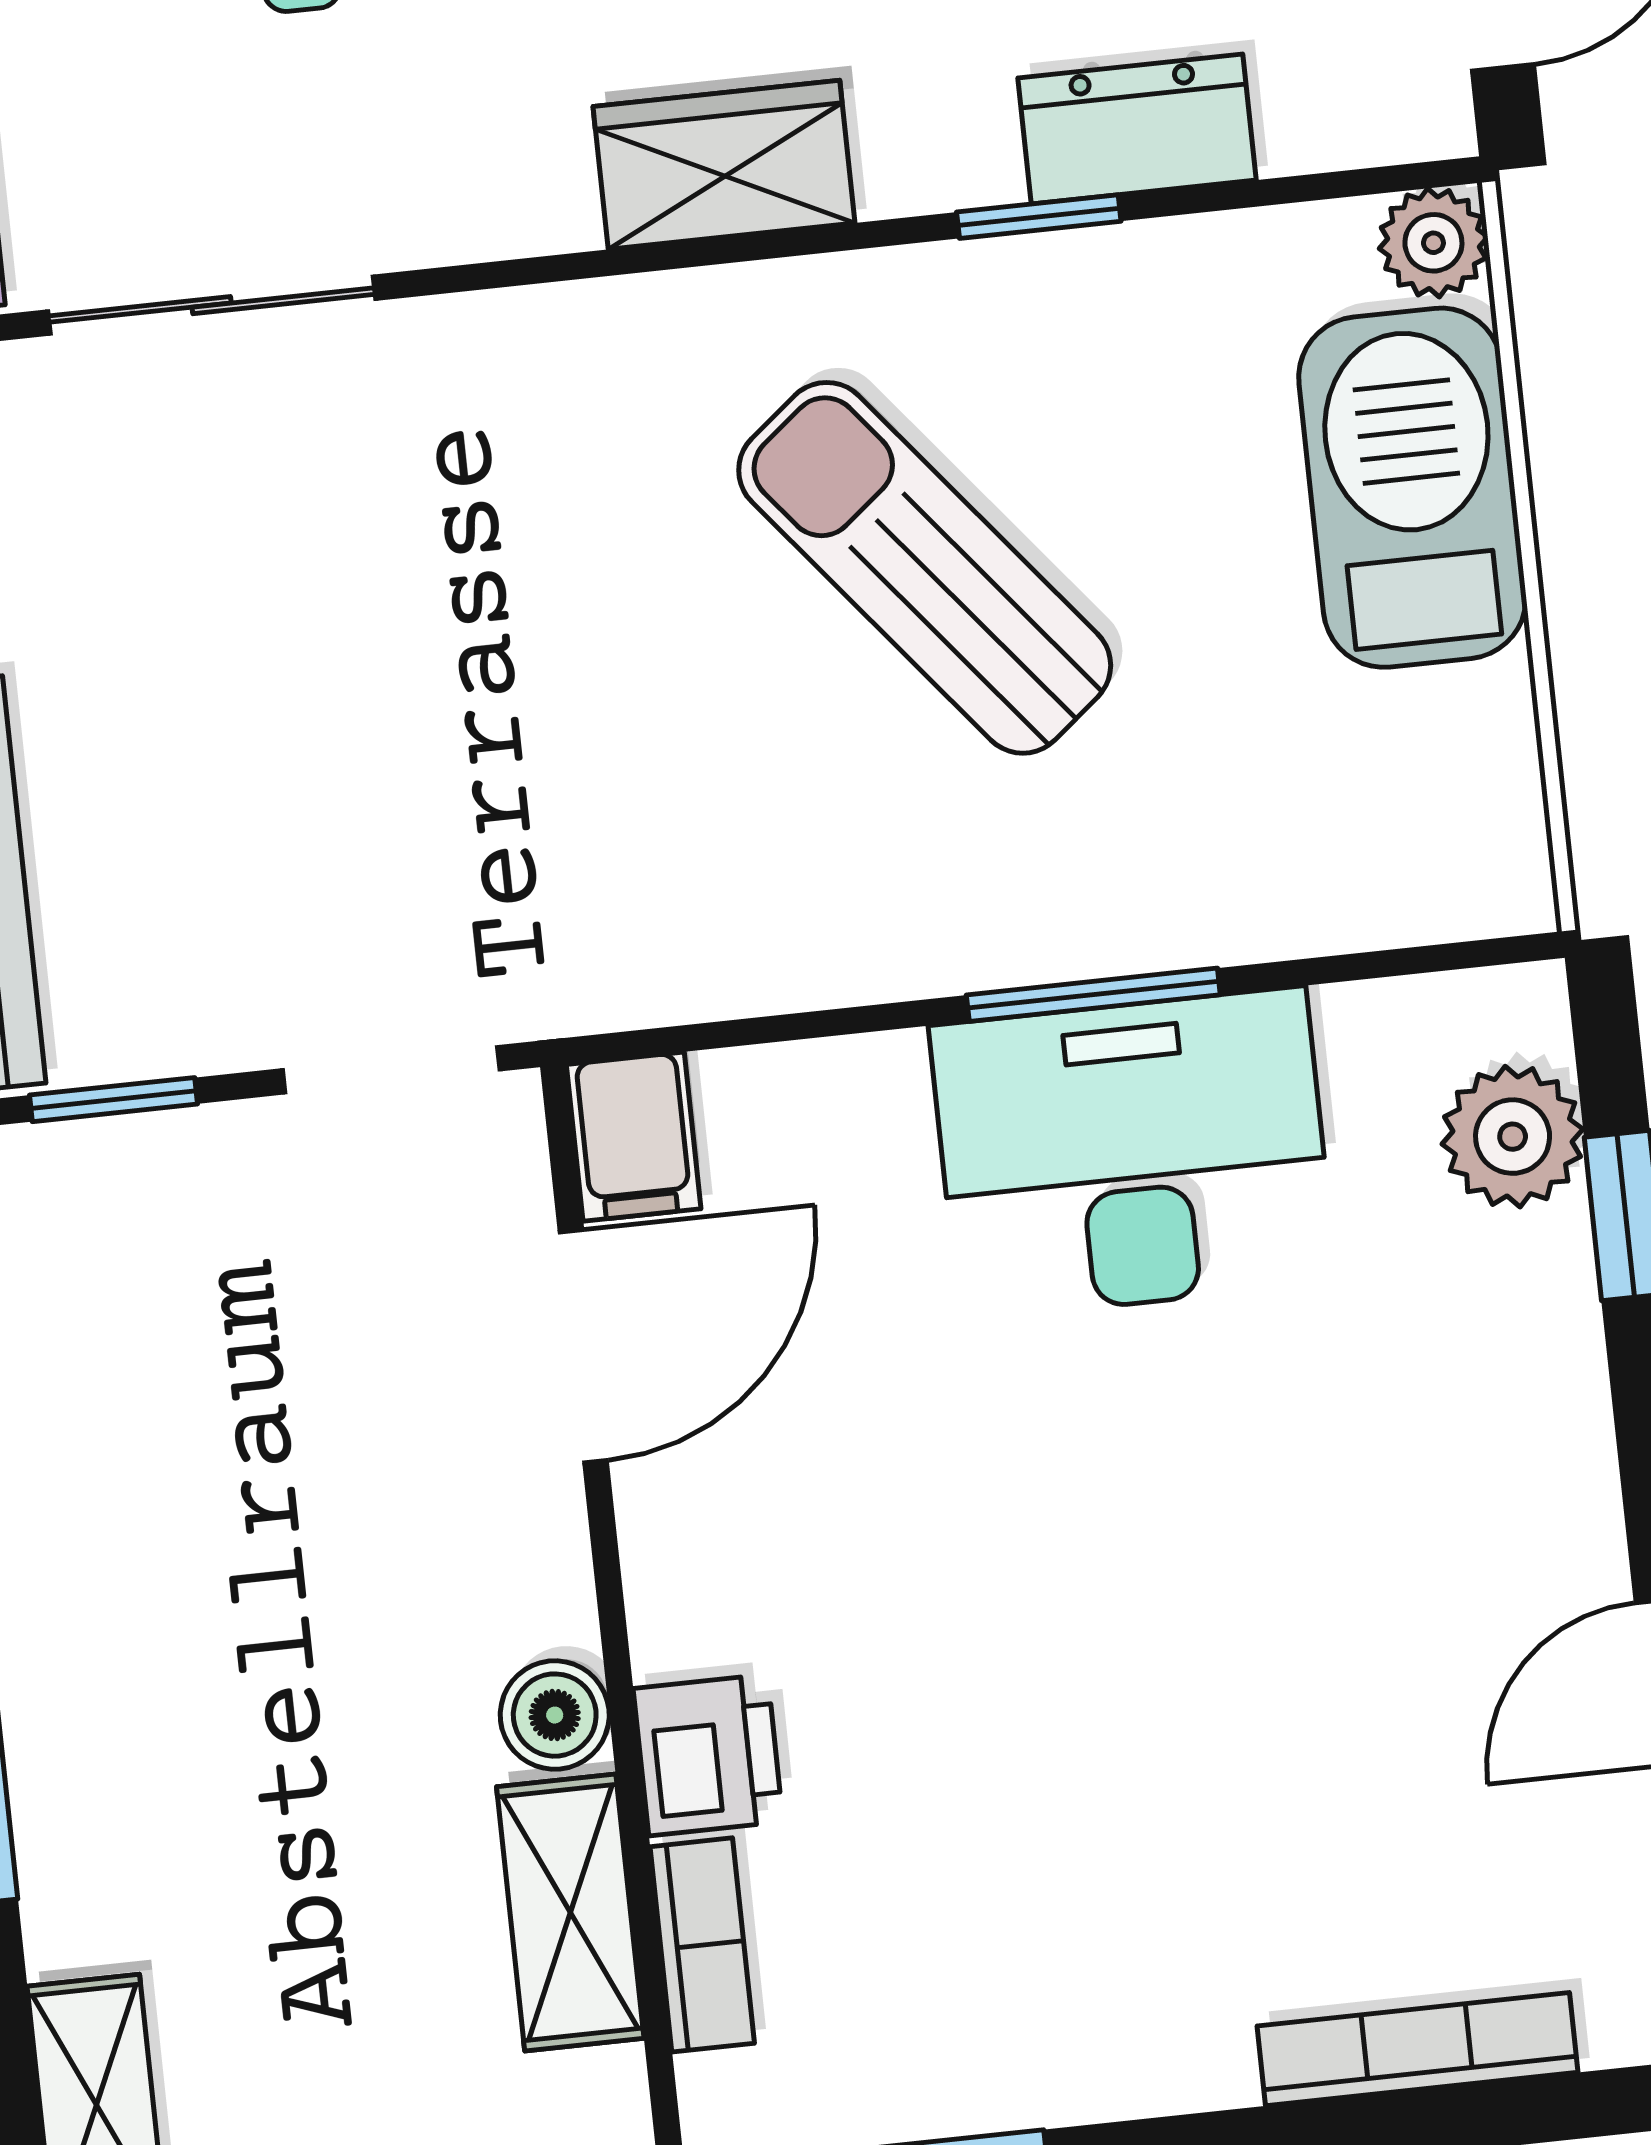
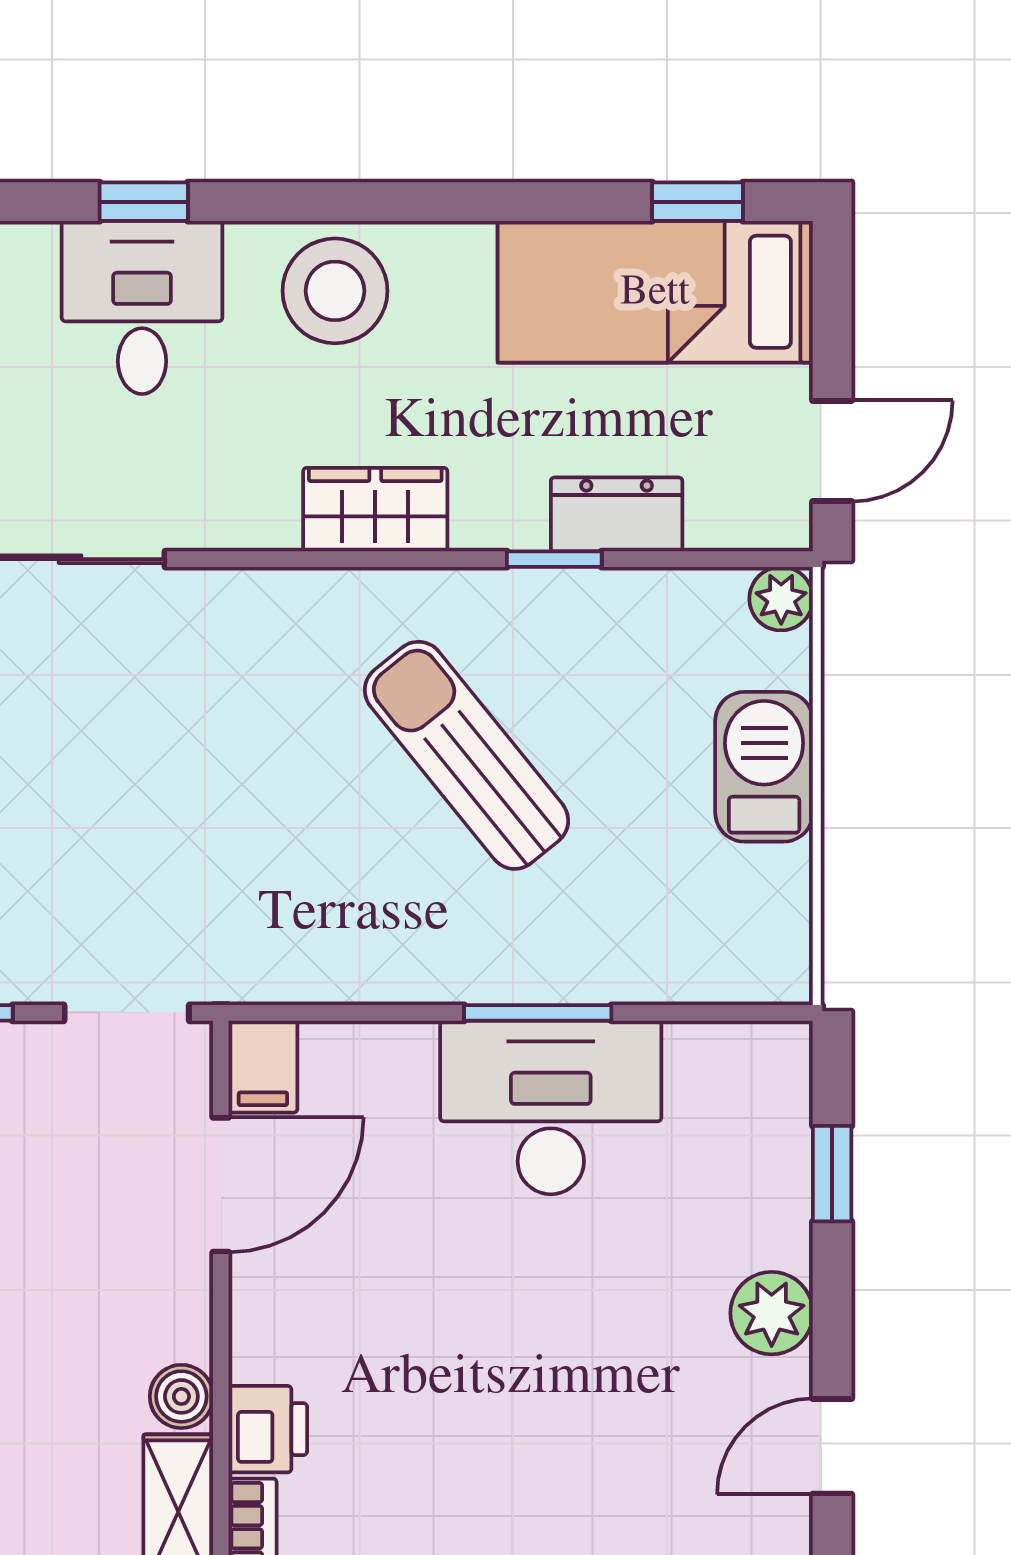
barbecue: (1412, 488) -> (764, 767), width x0.73, depth x0.83
plant: (1513, 1137) -> (772, 1313), moved

